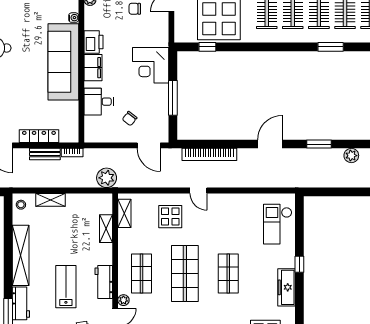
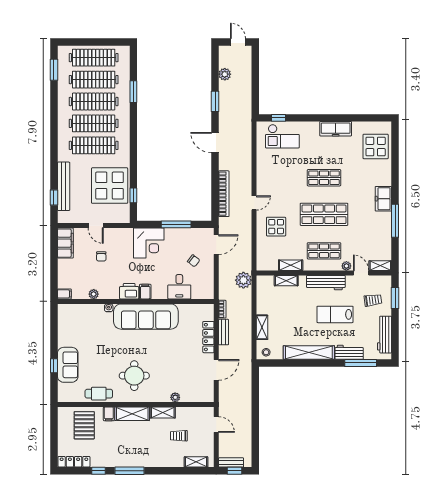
filing cabinet: (93, 68) -> (145, 292), width x0.50
shelving: (124, 213) -> (291, 265), moved
window: (299, 264) -> (279, 118), moved
workbench: (104, 282) -> (326, 283), width x1.37

